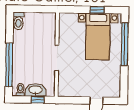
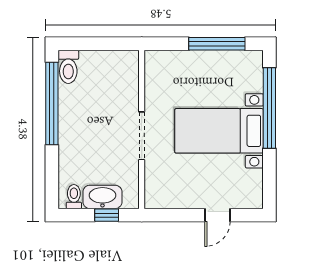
window: (97, 10) -> (217, 44), width x2.17
bed with nightstands: (98, 36) -> (219, 131), moved, turned 90
window: (9, 65) -> (52, 104), moved

